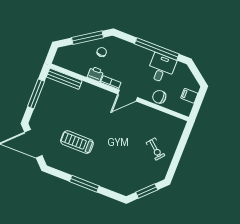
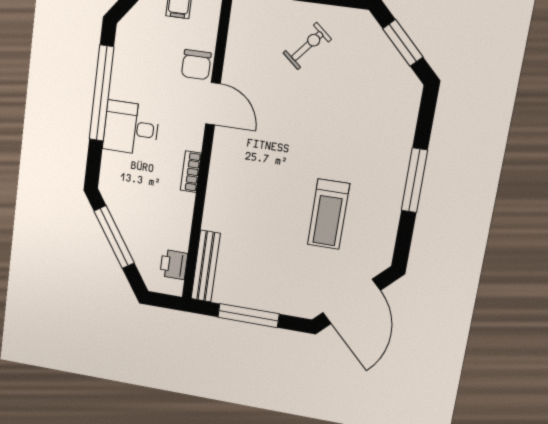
chair: (102, 52) -> (135, 203), removed
desk: (161, 68) -> (131, 128), moved
printer: (95, 74) -> (174, 265), moved
door: (128, 96) -> (213, 104), moved

